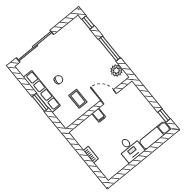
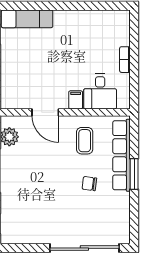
row of seats: (42, 91) -> (122, 155), moved
desk: (130, 149) -> (100, 91), moved, turned 180

